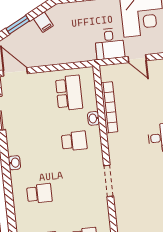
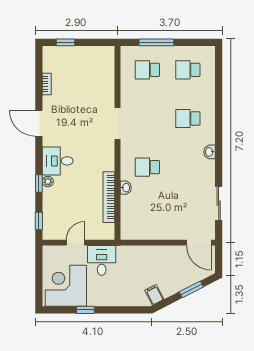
filing cabinet: (43, 22) -> (154, 295), moved
door: (137, 59) -> (76, 243), hinge flipped
school desk: (69, 93) -> (147, 216), removed

